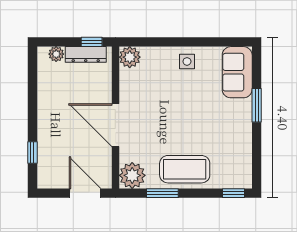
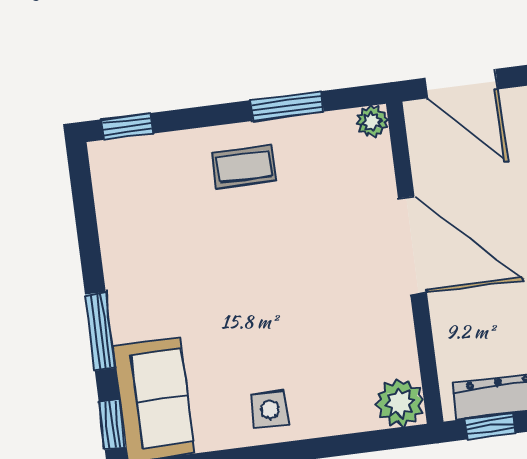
window: (257, 64) -> (112, 425), added
coffee table: (185, 169) -> (244, 166), width x0.54, depth x0.58
plant: (132, 175) -> (372, 122), width x0.53, depth x0.53

